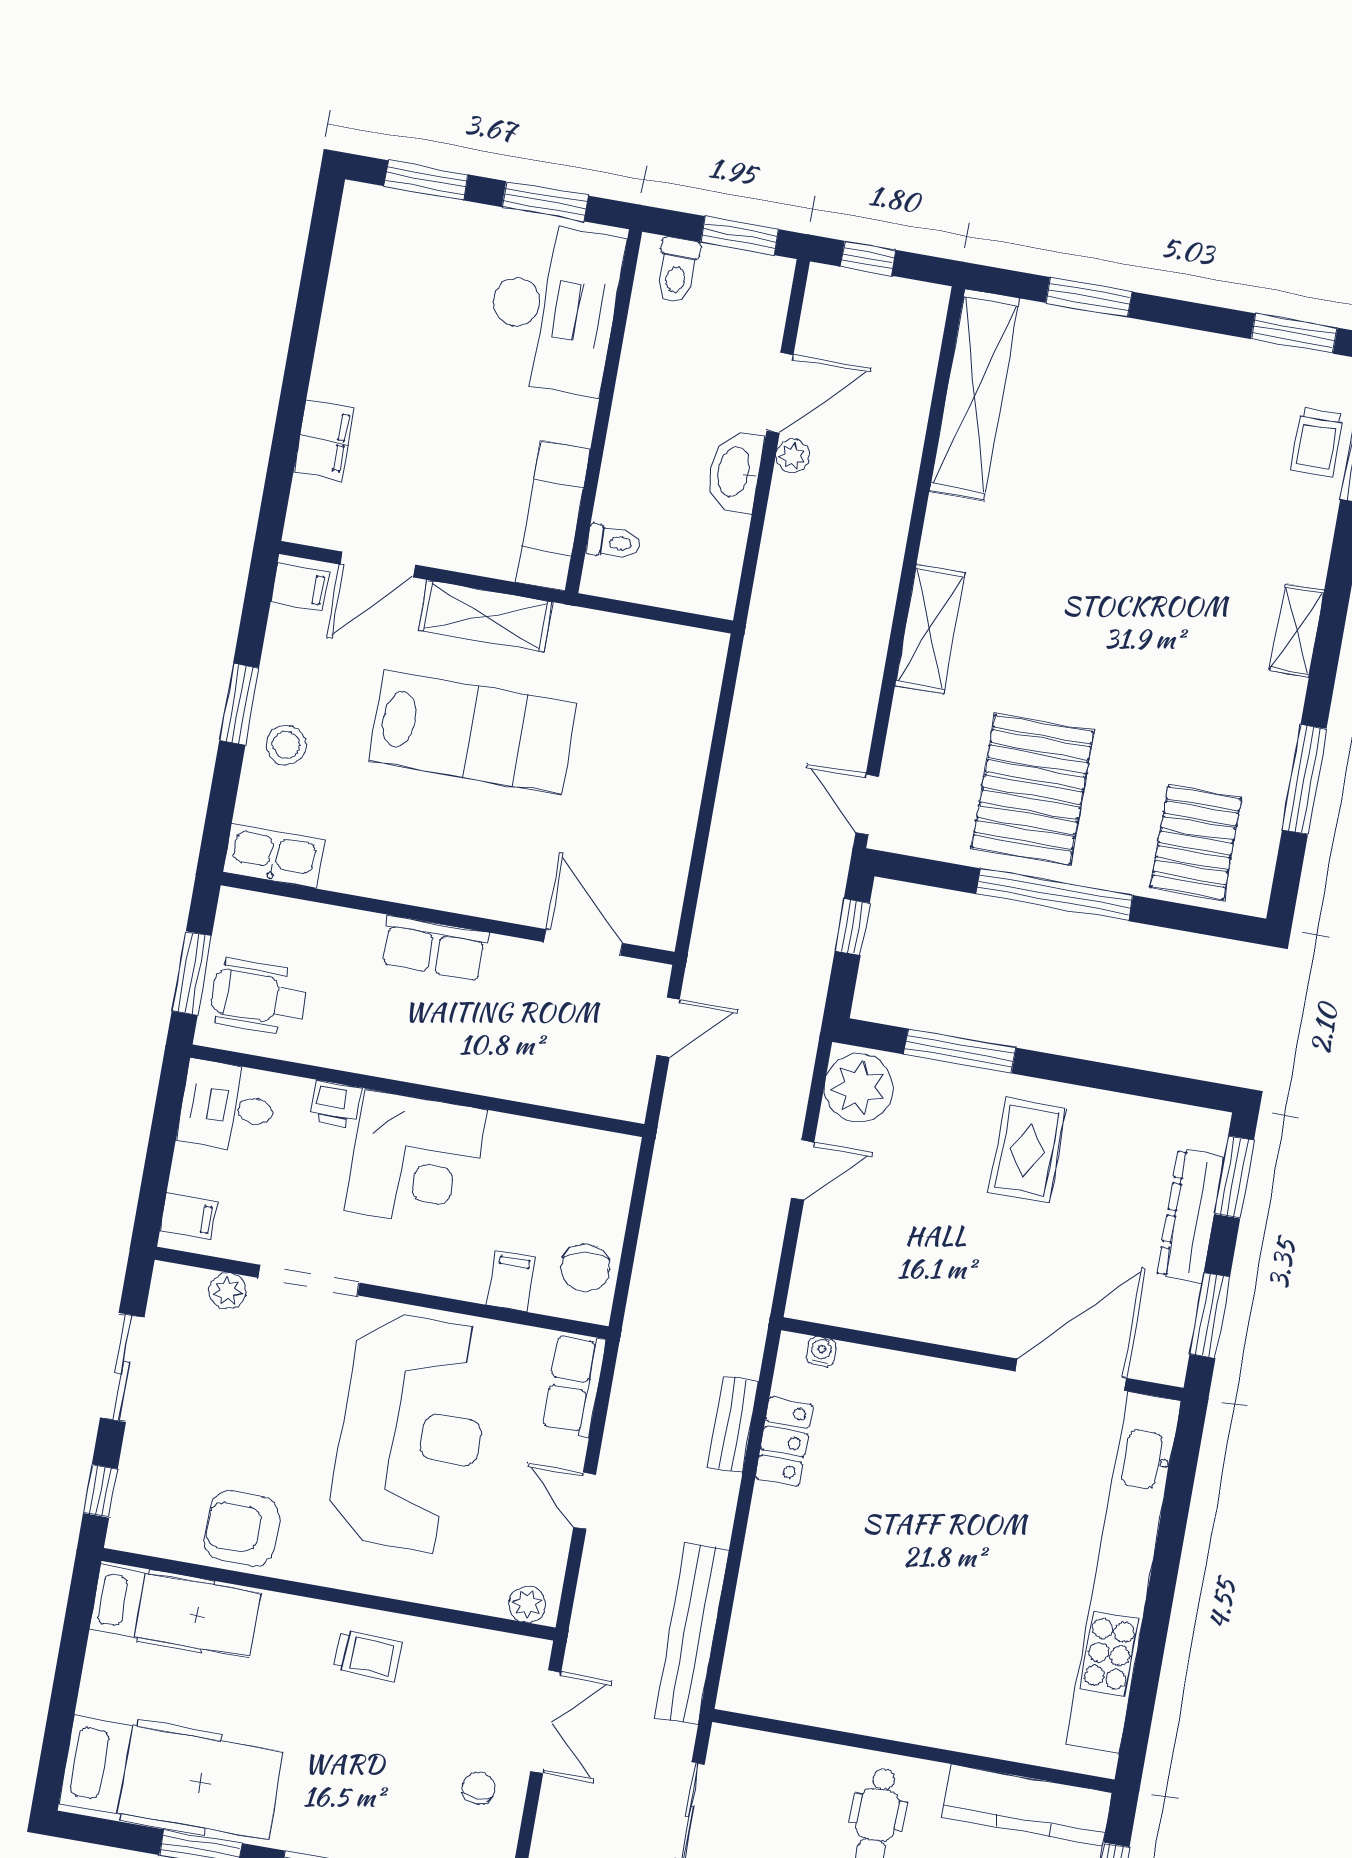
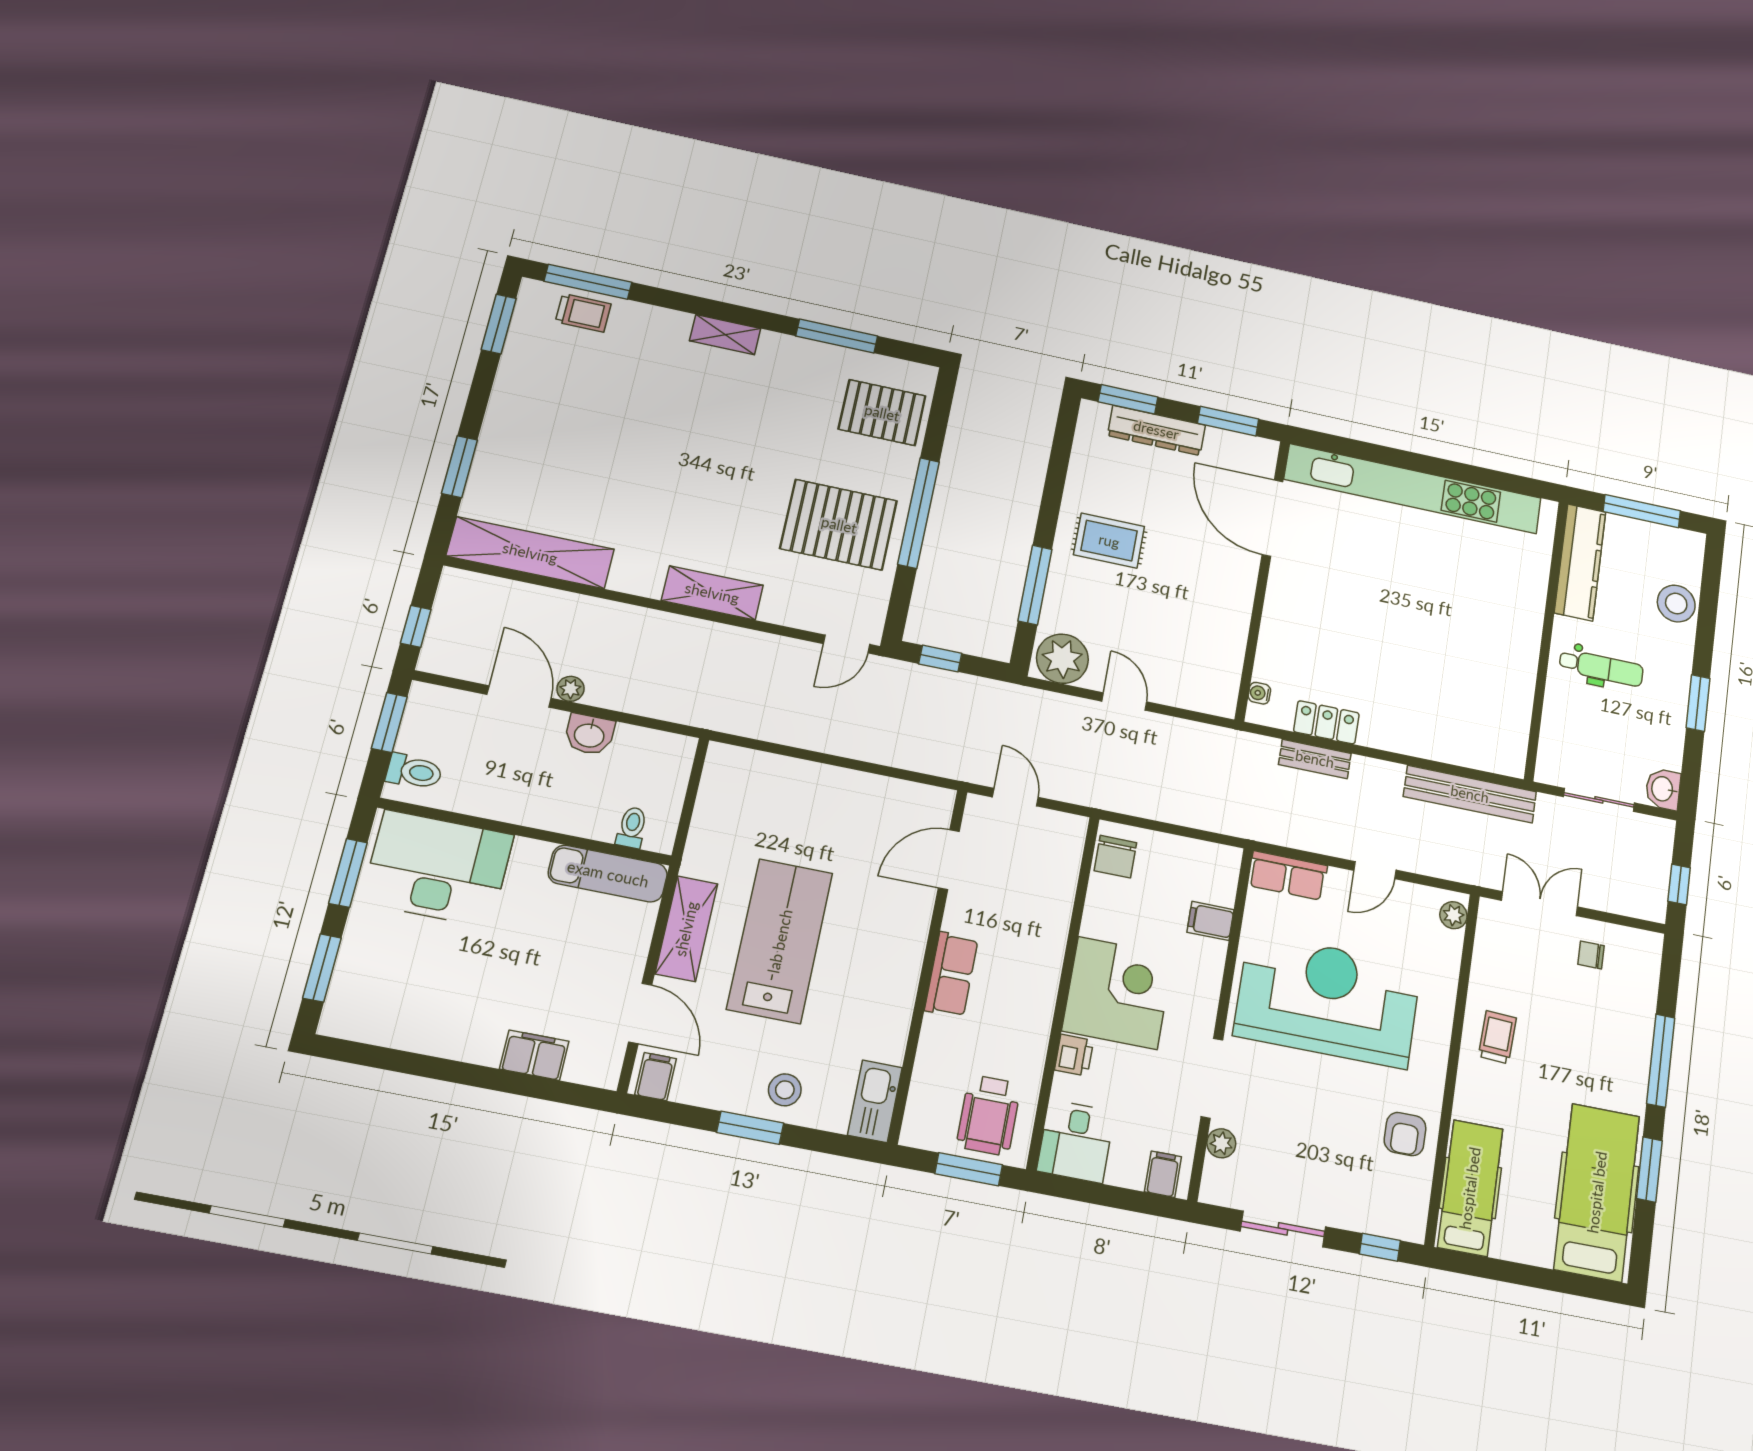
washbasin: (735, 472) -> (589, 735), width x0.72
chair: (586, 1268) -> (1115, 857), moved, turned 97
armchair: (242, 1529) -> (1405, 1134), width x0.72, depth x0.72

